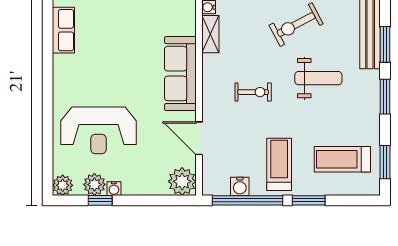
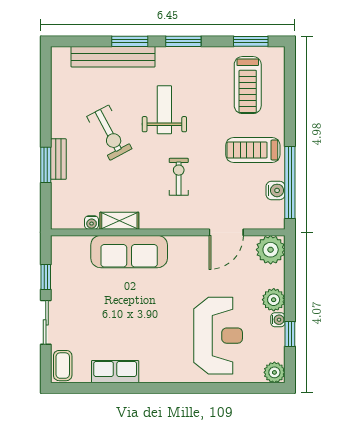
sofa: (180, 74) -> (129, 252), moved
plant: (94, 184) -> (274, 300), moved
window: (309, 200) -> (290, 120), removed

